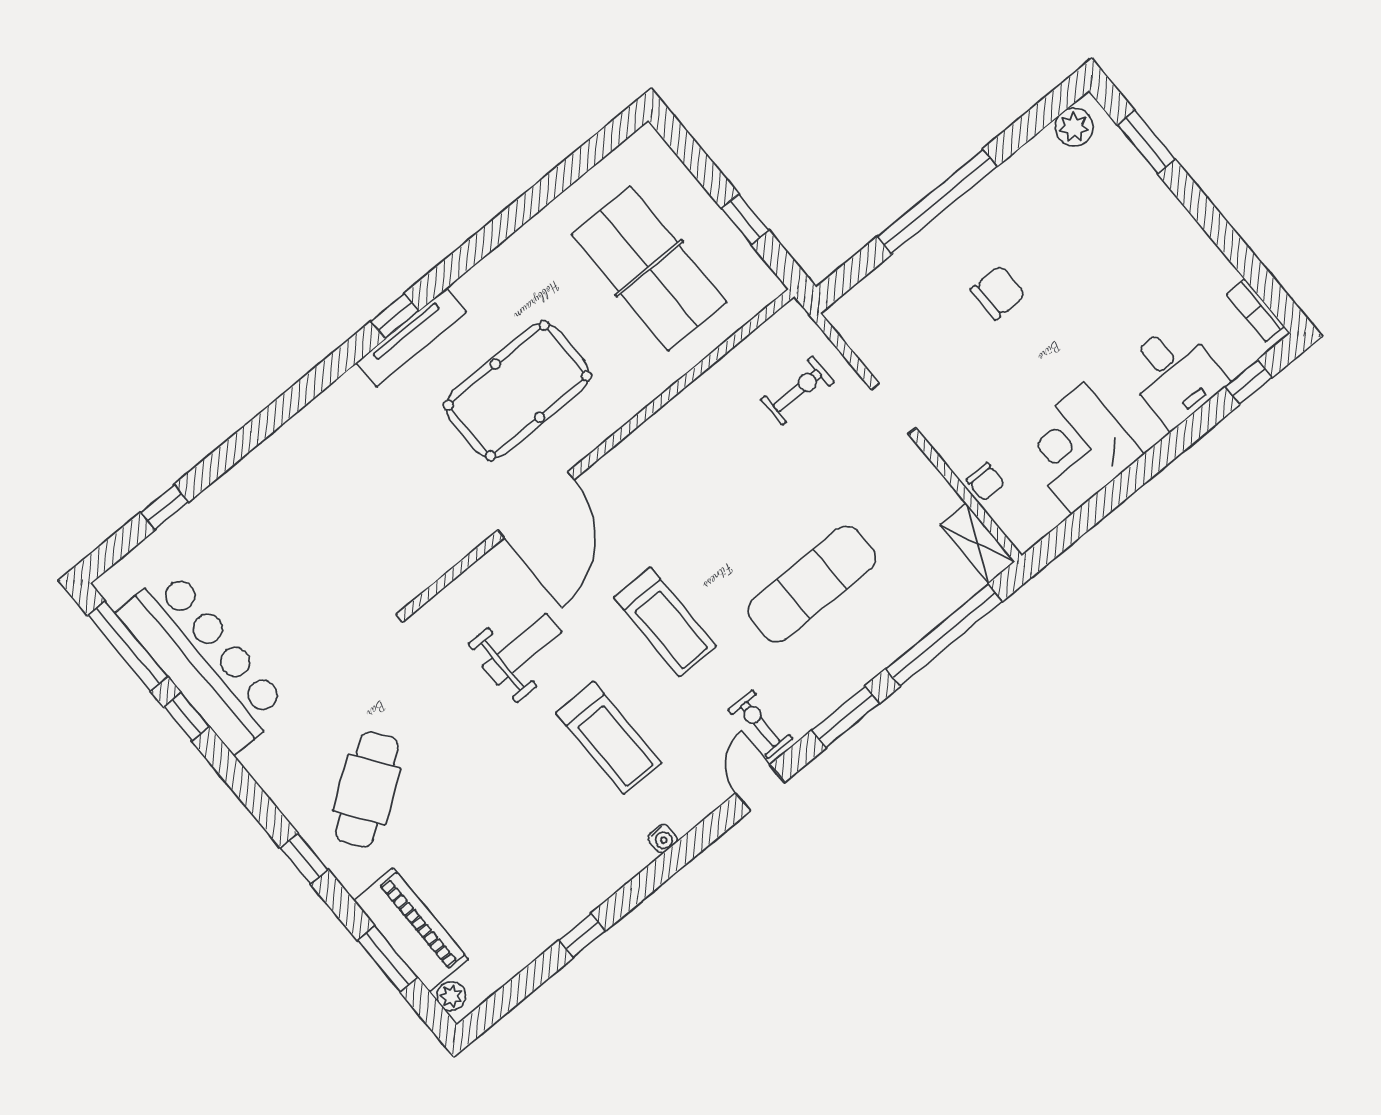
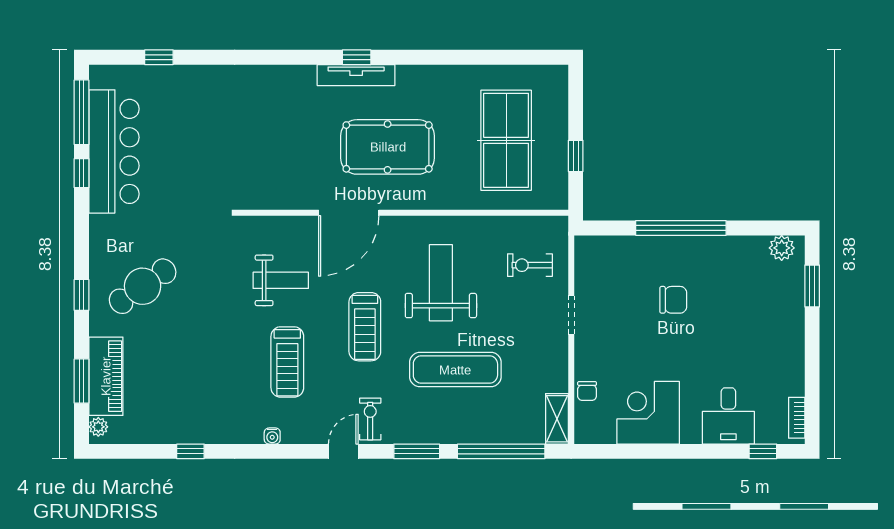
exercise bike: (797, 391) -> (530, 265), turned 180
weight bench: (711, 497) -> (441, 283), added

